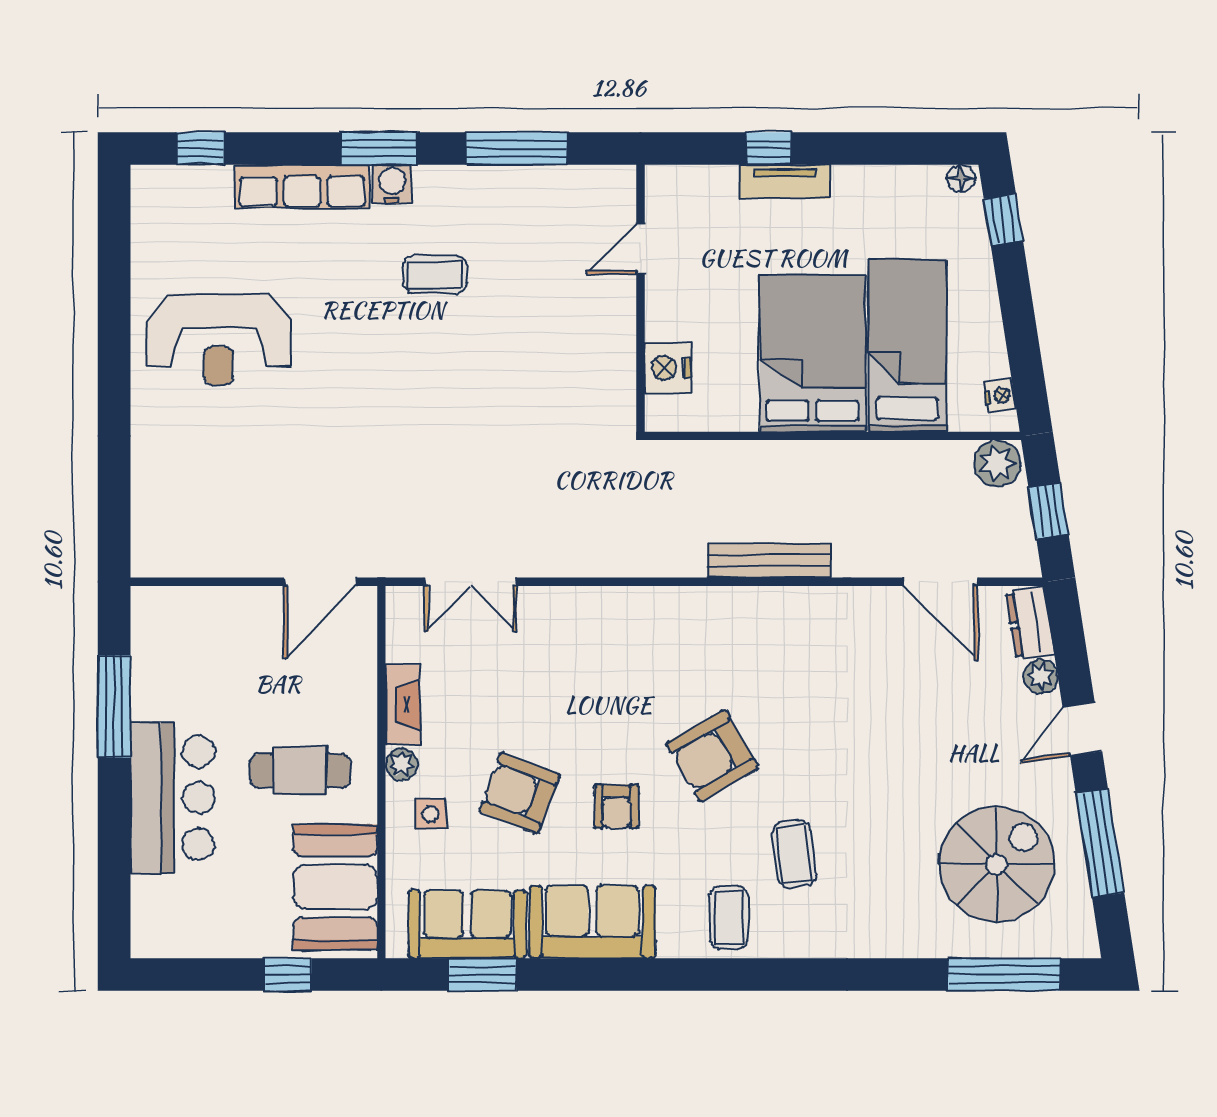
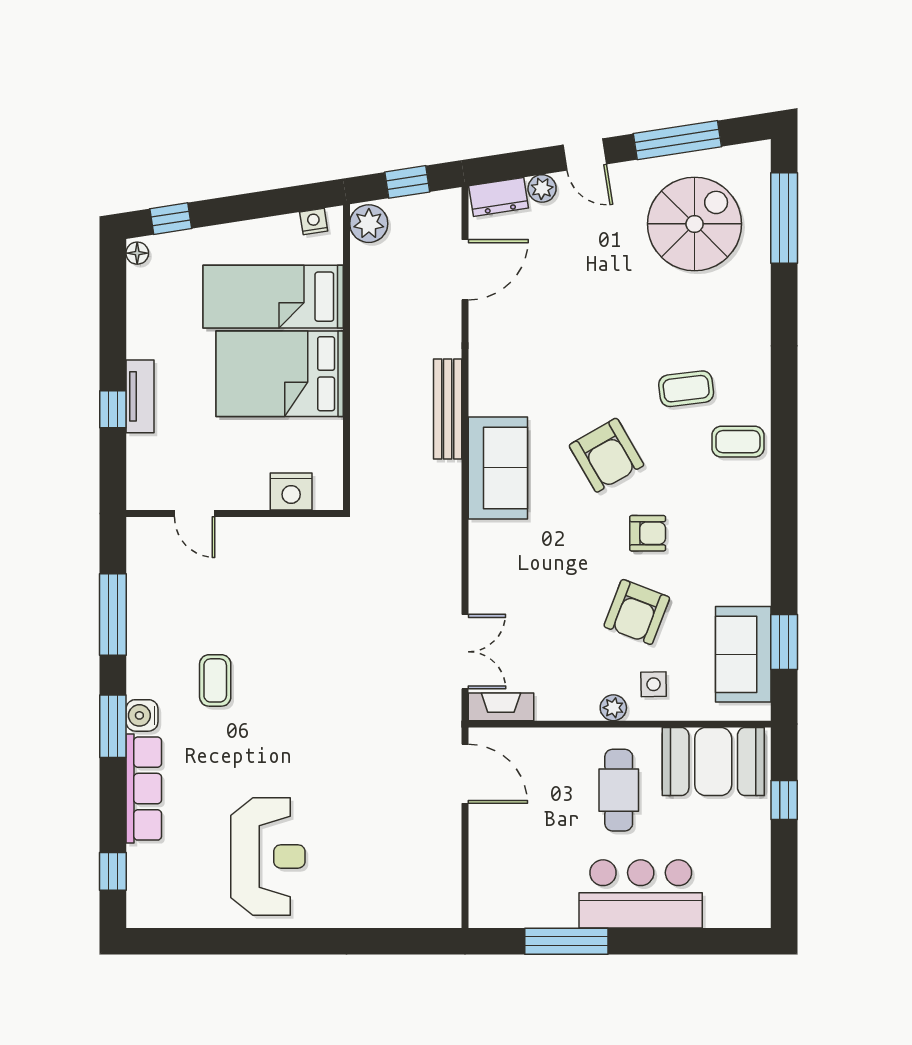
fireplace: (403, 705) -> (501, 707), moved
spiral stairs: (997, 864) -> (695, 224), turned 90
sofa: (592, 922) -> (498, 468), moved, turned 180

